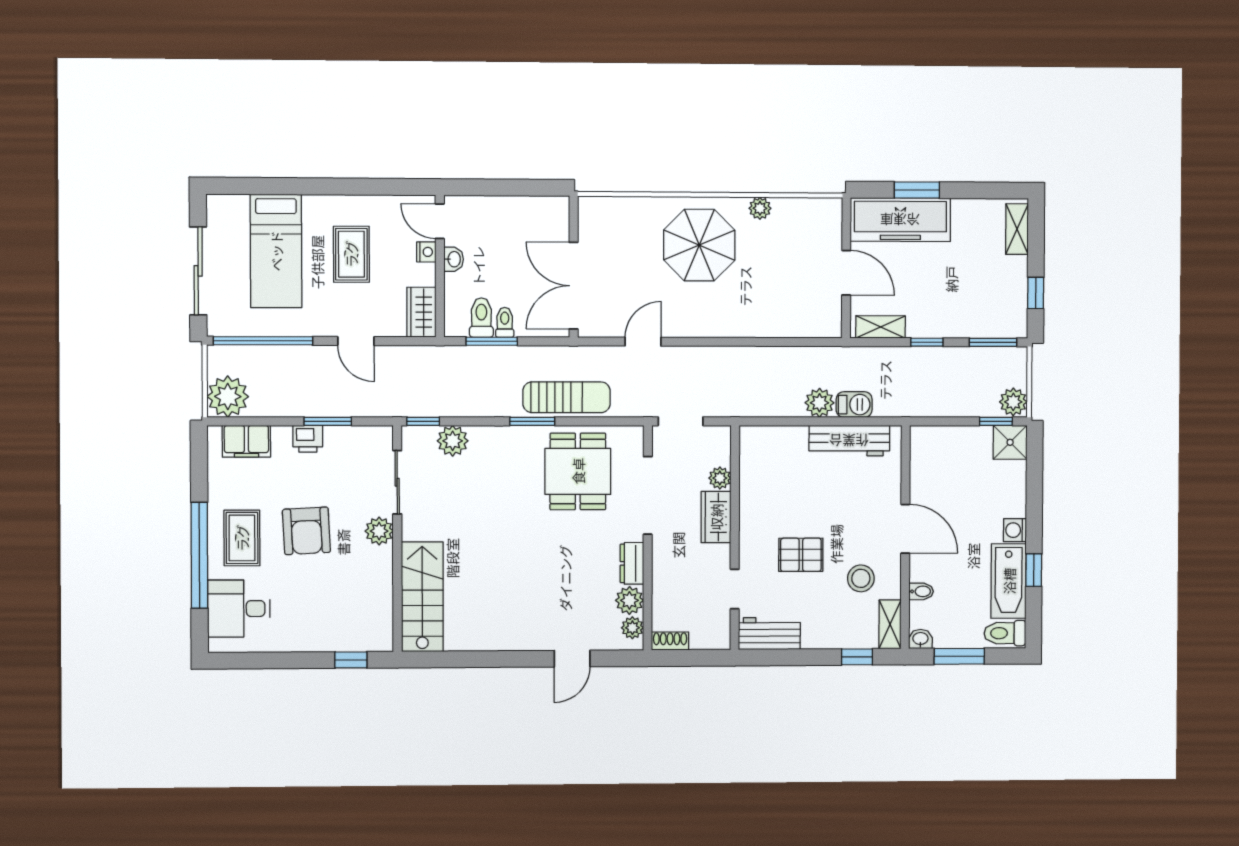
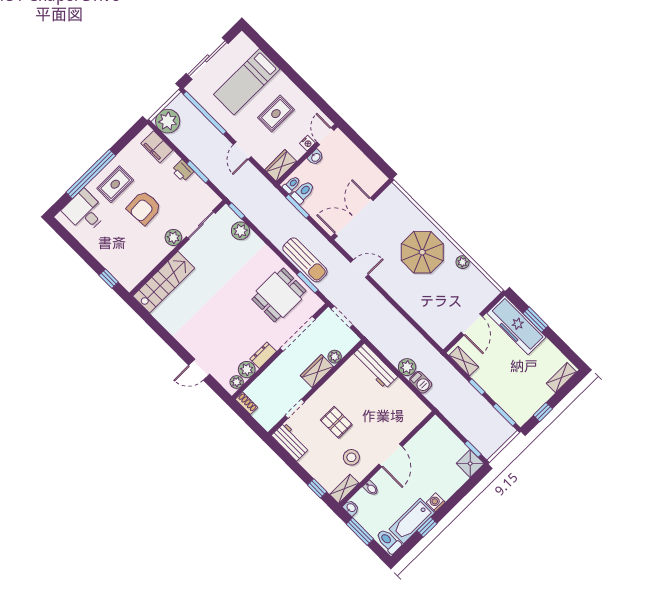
toilet: (505, 322) -> (291, 185), moved
plant: (1013, 402) -> (488, 448), removed
window: (532, 421) -> (308, 282), moved
workbench: (849, 441) -> (375, 366), moved

